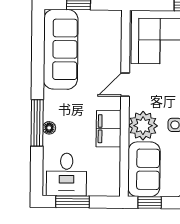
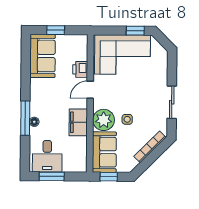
sofa: (61, 49) -> (43, 56), width x0.73
printer: (112, 57) -> (80, 69), added

